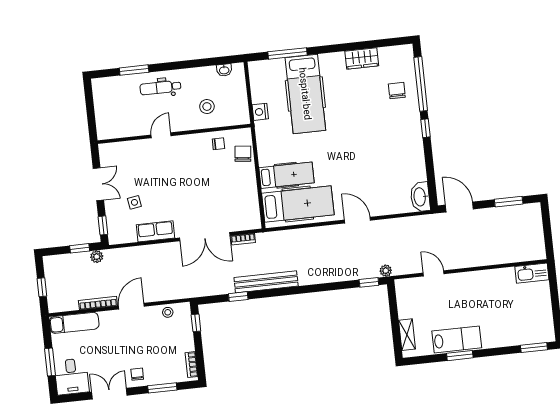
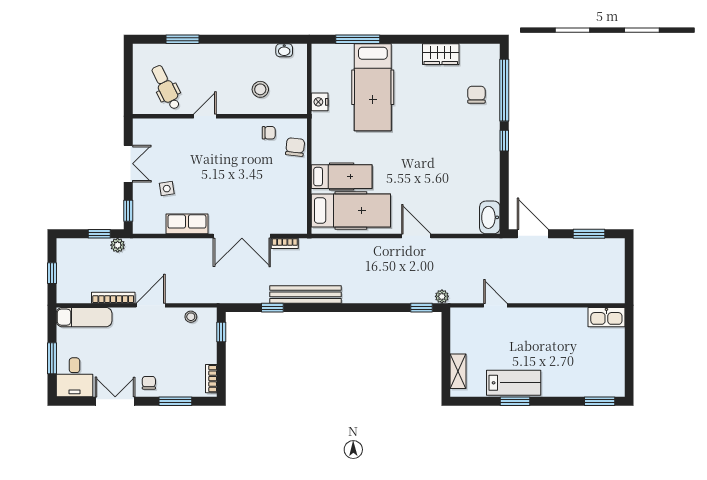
dental chair: (160, 88) -> (166, 87), moved, turned 64

